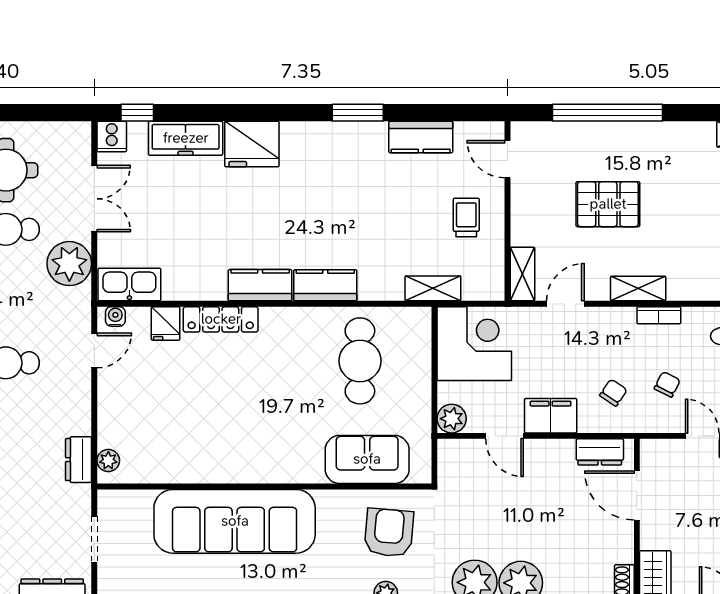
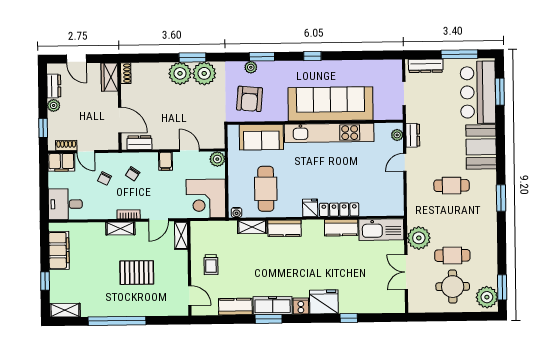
window: (137, 113) -> (349, 318), moved
window: (608, 113) -> (117, 321), moved
cooker: (112, 136) -> (301, 306), moved
freezer: (186, 138) -> (273, 305), moved
kitchen sink: (129, 284) -> (381, 230), width x1.36, depth x1.24
kitchen counter: (260, 285) -> (341, 228), moved
shelving: (433, 288) -> (252, 227), moved
bookcase: (659, 315) -> (129, 214), moved
water cooler: (115, 316) -> (237, 212), moved
fridge: (166, 323) -> (310, 208), moved
door: (94, 350) -> (405, 162), moved
filing cabinet: (551, 416) -> (165, 161), width x0.50
kitchen unit: (238, 466) -> (329, 133), added

